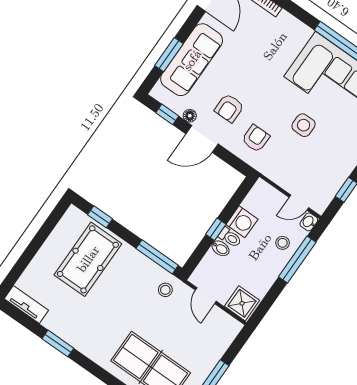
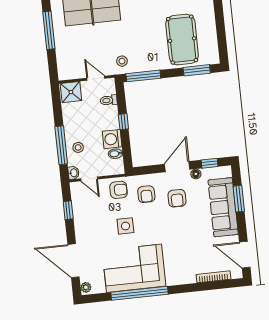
armchair: (229, 108) -> (177, 198), turned 180
armchair: (279, 166) -> (119, 190), added
door: (299, 203) -> (89, 179), swing flipped
window: (100, 217) -> (197, 70), width x1.50
toilet: (230, 237) -> (109, 100), moved
bidet: (221, 248) -> (115, 154), moved

